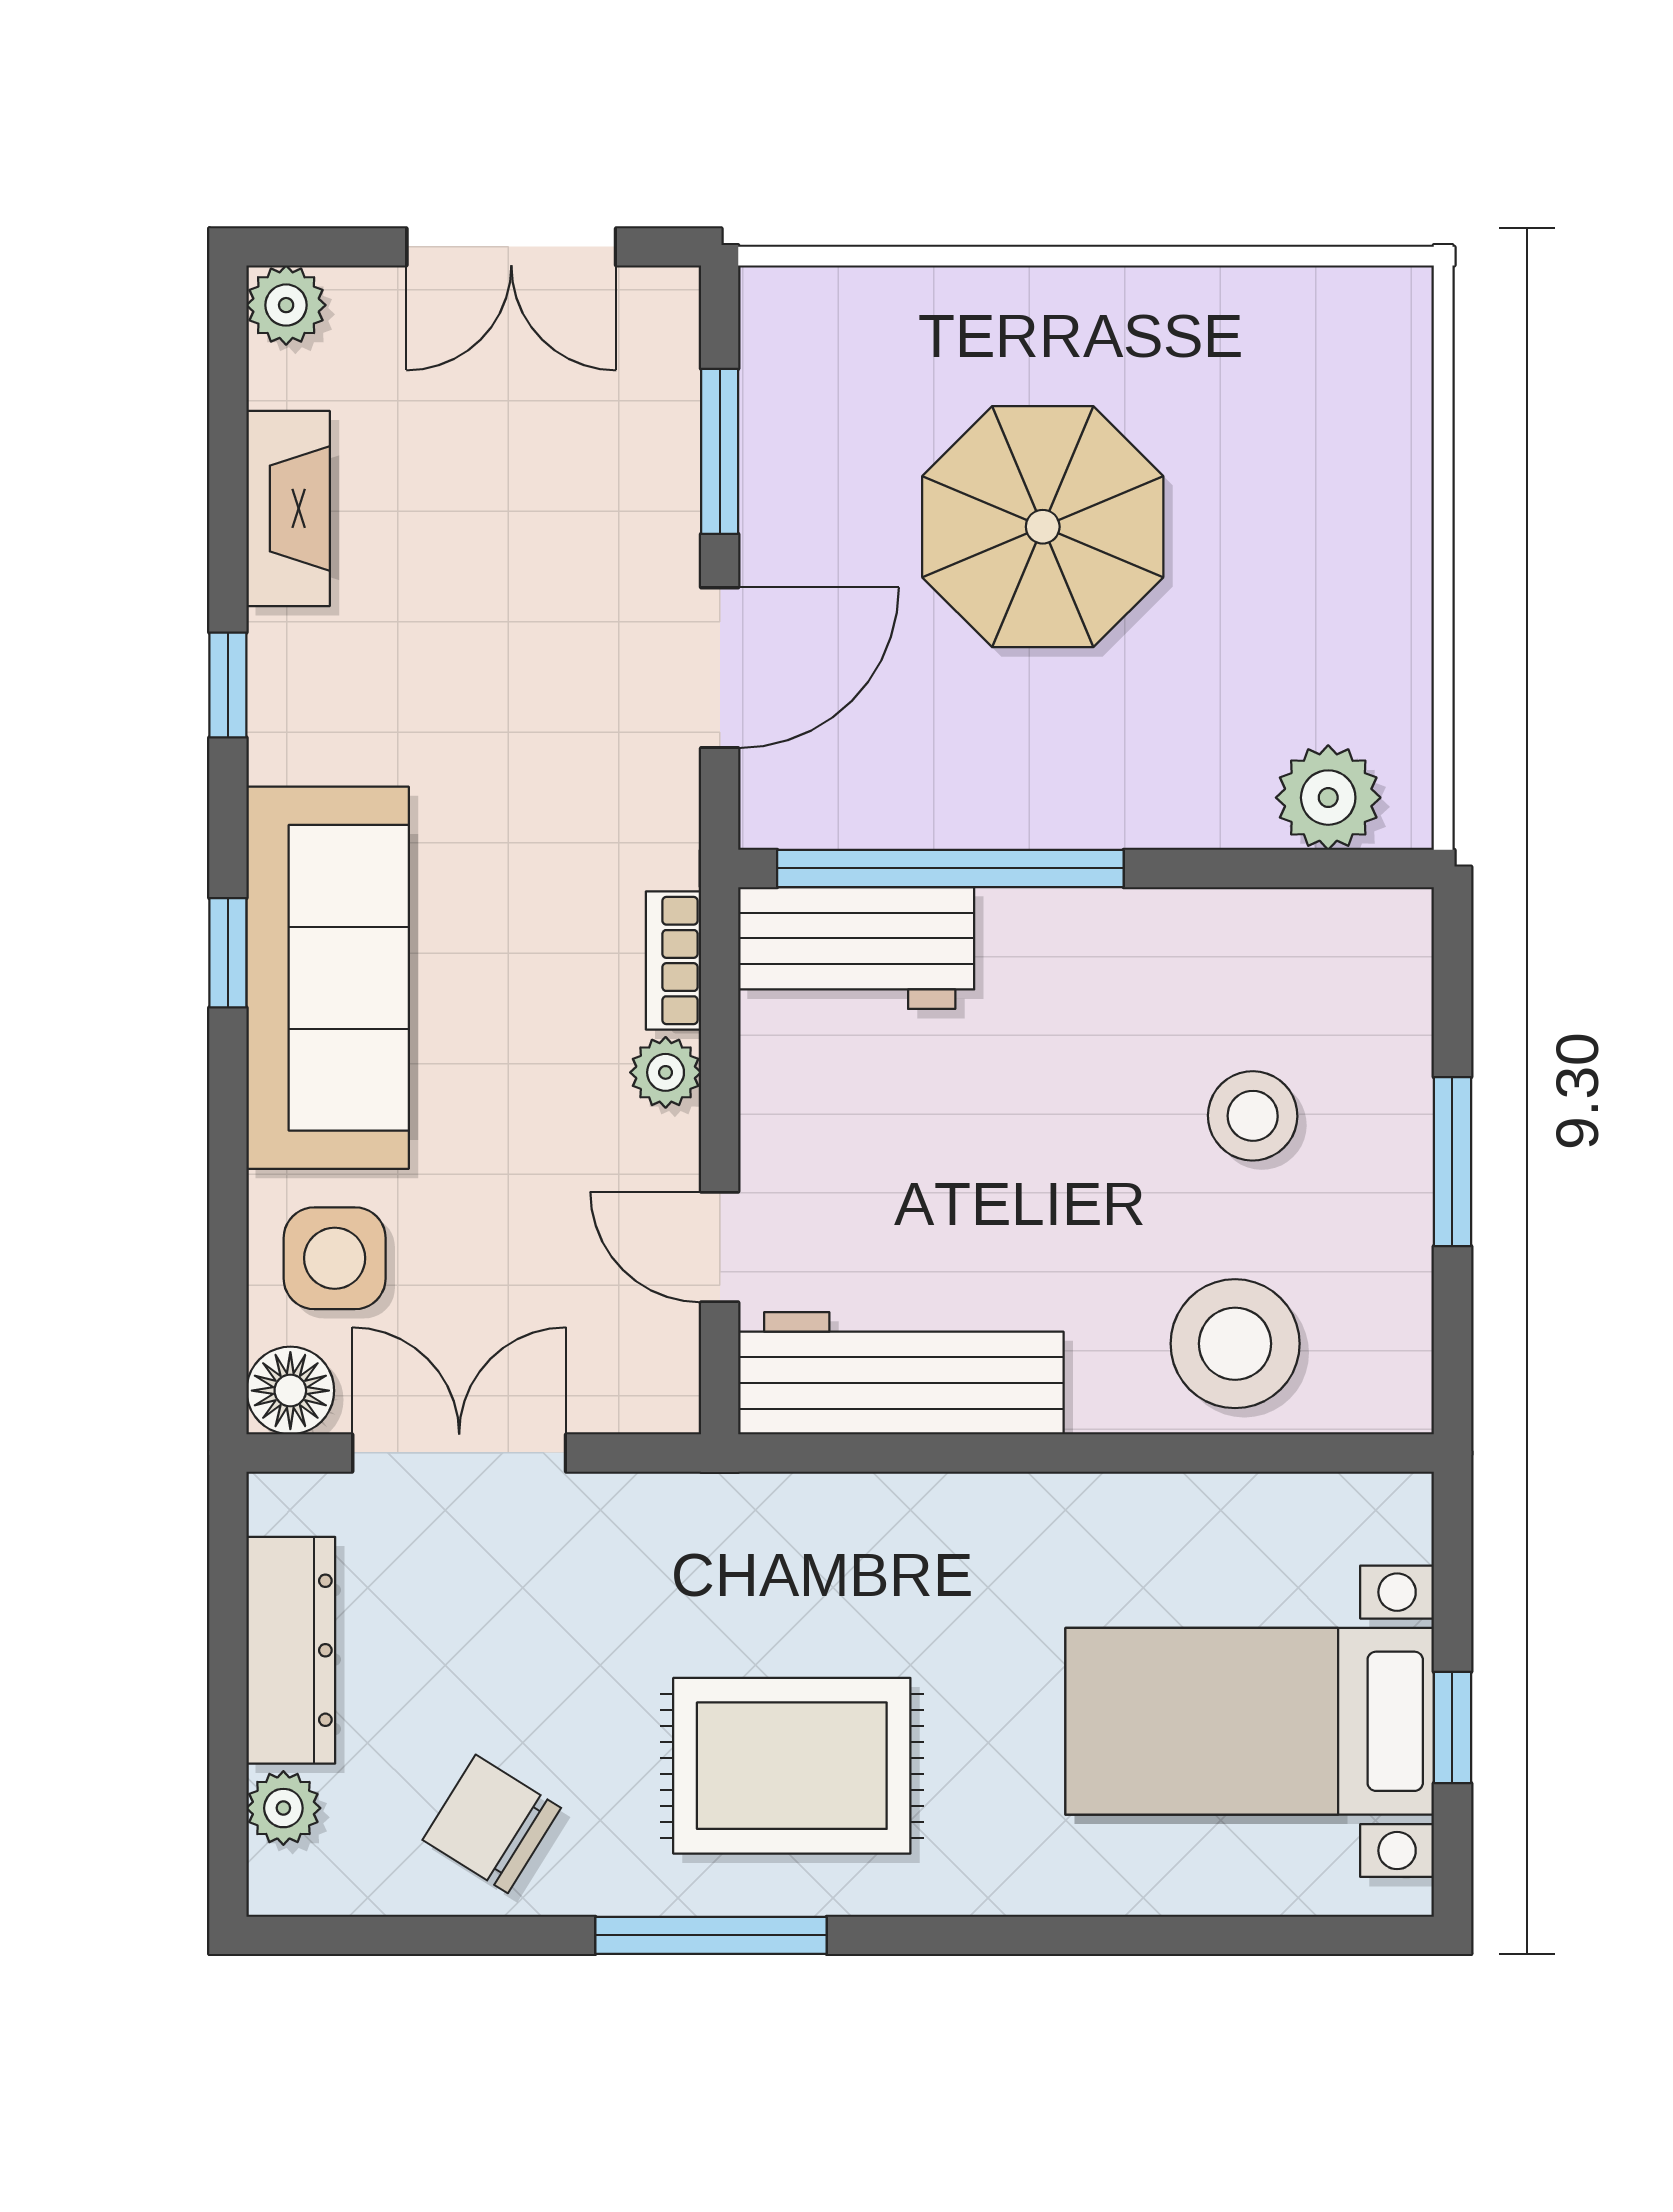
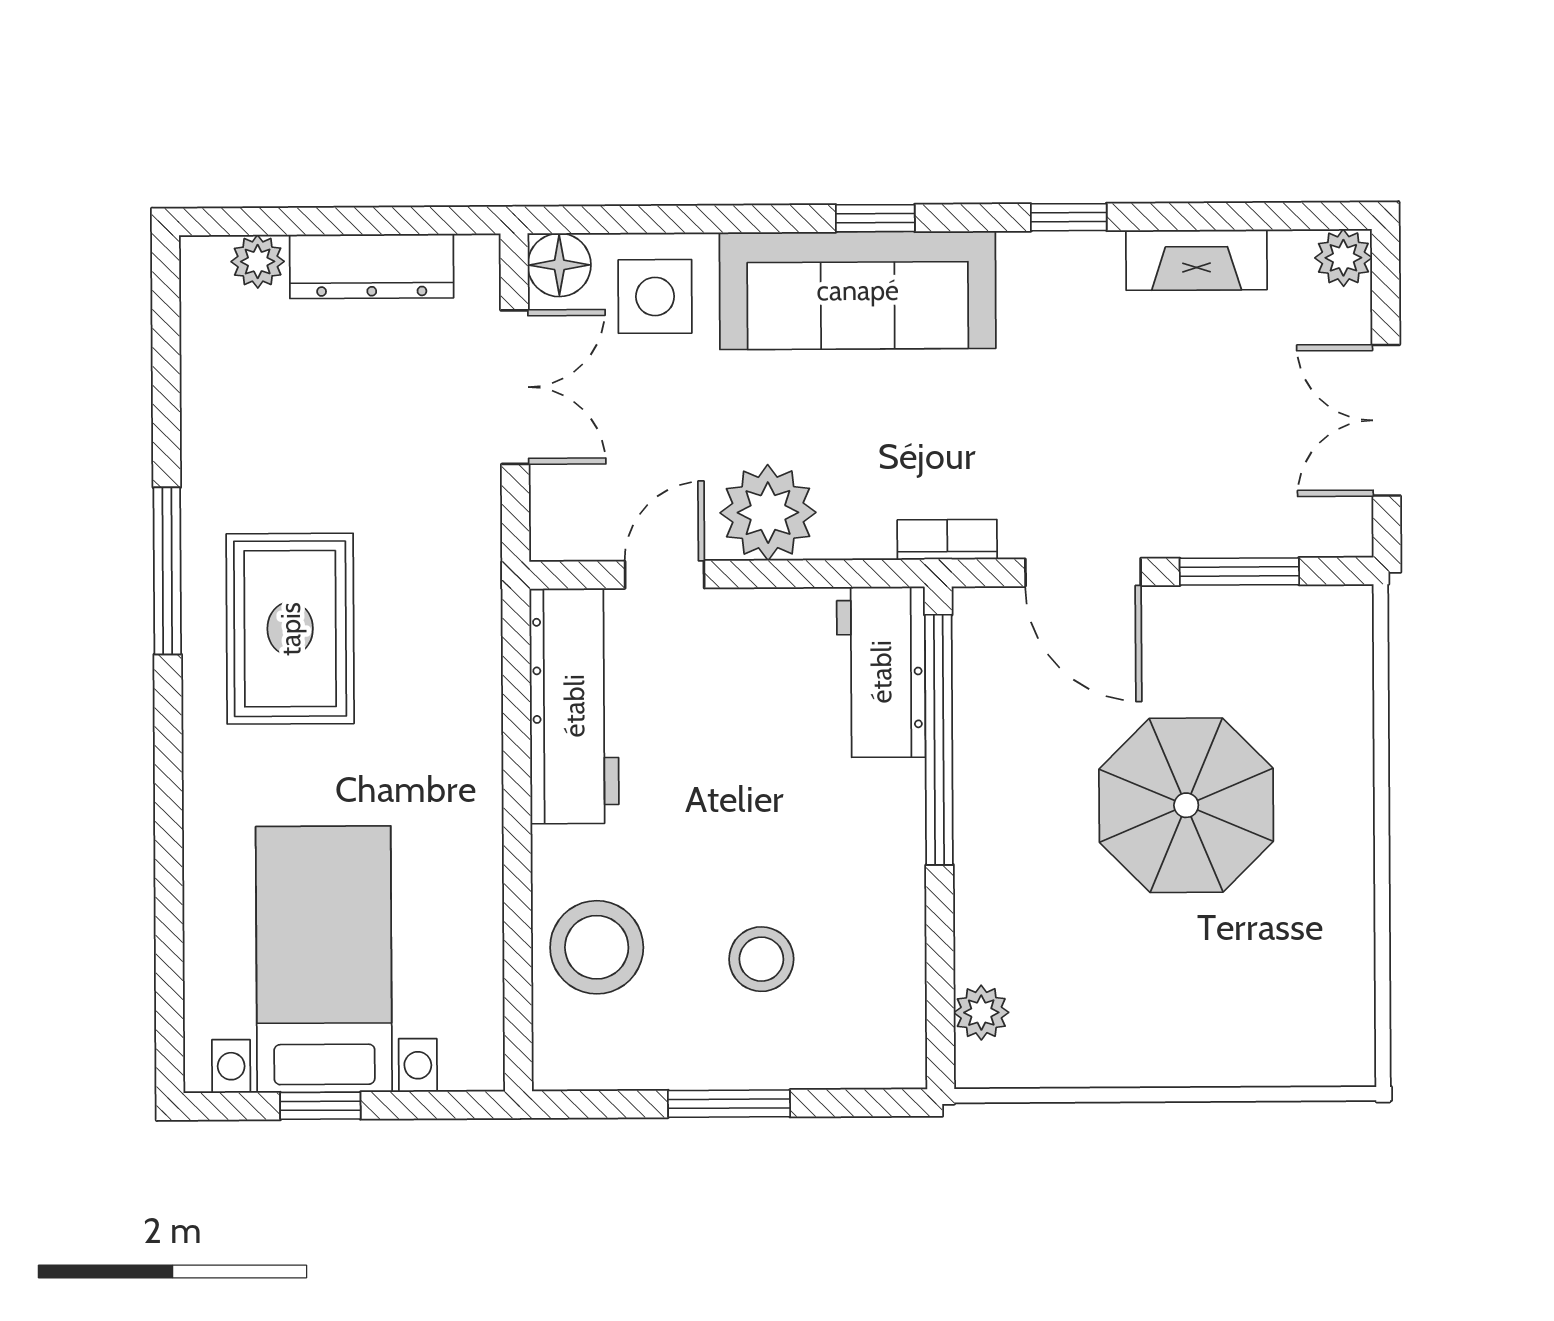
plant: (1328, 798) -> (981, 1013), width x0.73, depth x0.73
bookcase: (673, 960) -> (947, 540), moved
plant: (666, 1072) -> (768, 513), width x1.88, depth x1.88
chair: (492, 1824) -> (247, 412), removed

